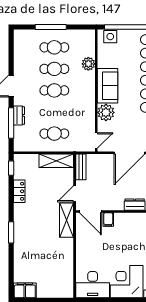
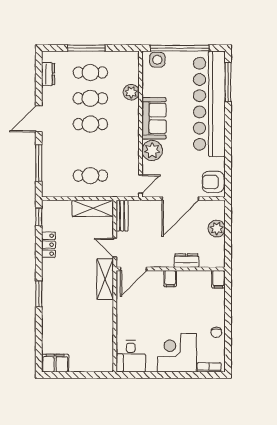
dresser: (19, 115) -> (48, 74), moved
door: (75, 194) -> (115, 248), hinge flipped
door: (90, 212) -> (134, 269), hinge flipped
filing cabinet: (108, 220) -> (170, 279), moved
desk: (93, 285) -> (131, 356), width x0.73

